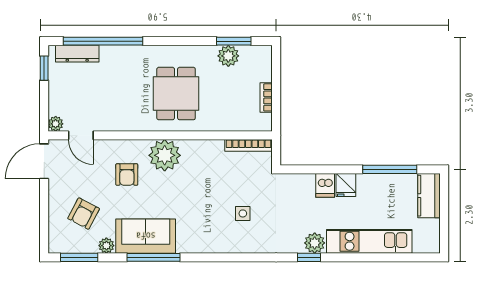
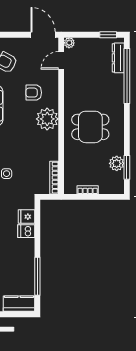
fridge: (346, 185) -> (26, 217), moved

